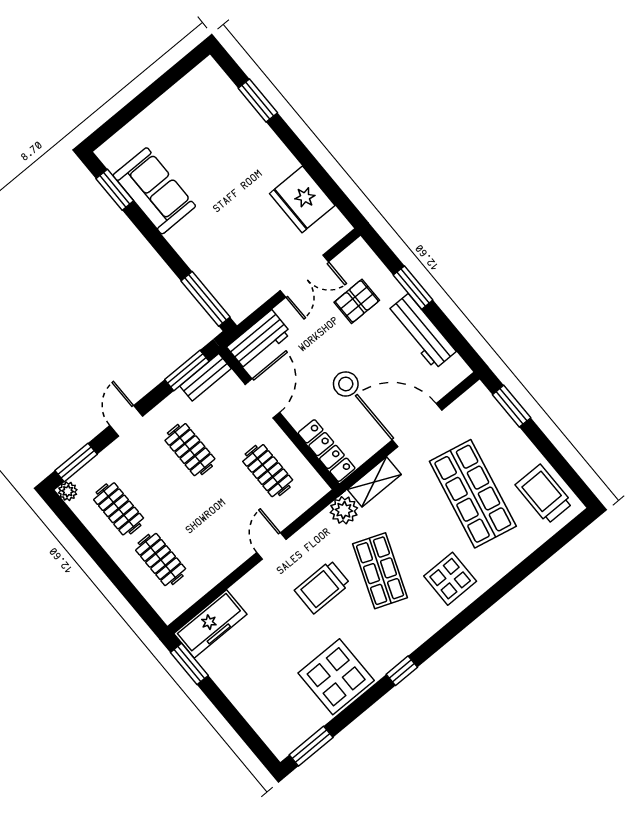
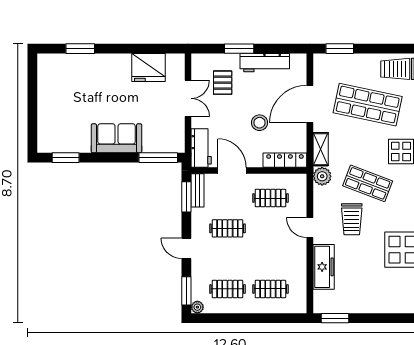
sofa: (154, 191) -> (117, 138), moved
freezer: (210, 624) -> (324, 267), moved

